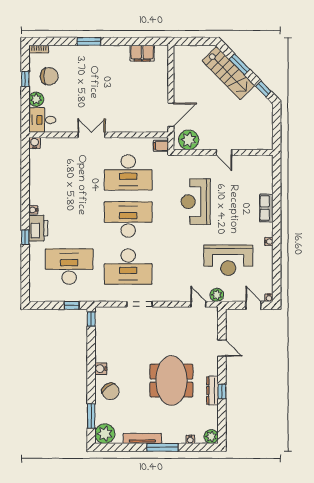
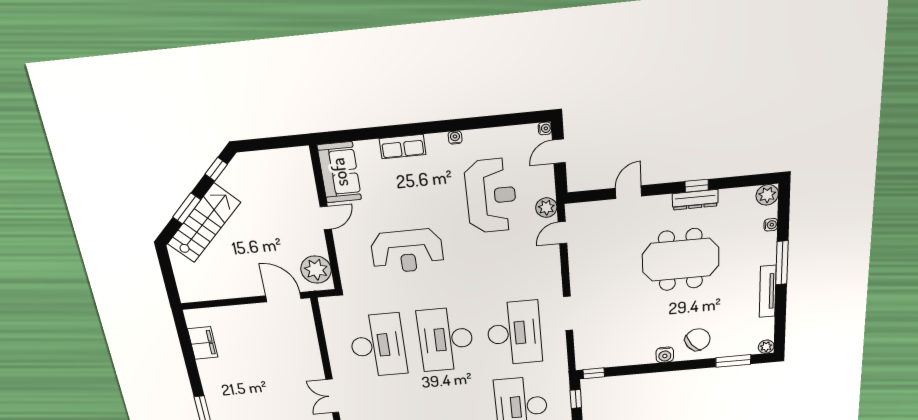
filing cabinet: (161, 146) -> (332, 306), removed
sofa: (254, 166) -> (339, 172), added
plant: (105, 434) -> (766, 347), width x0.53, depth x0.53

